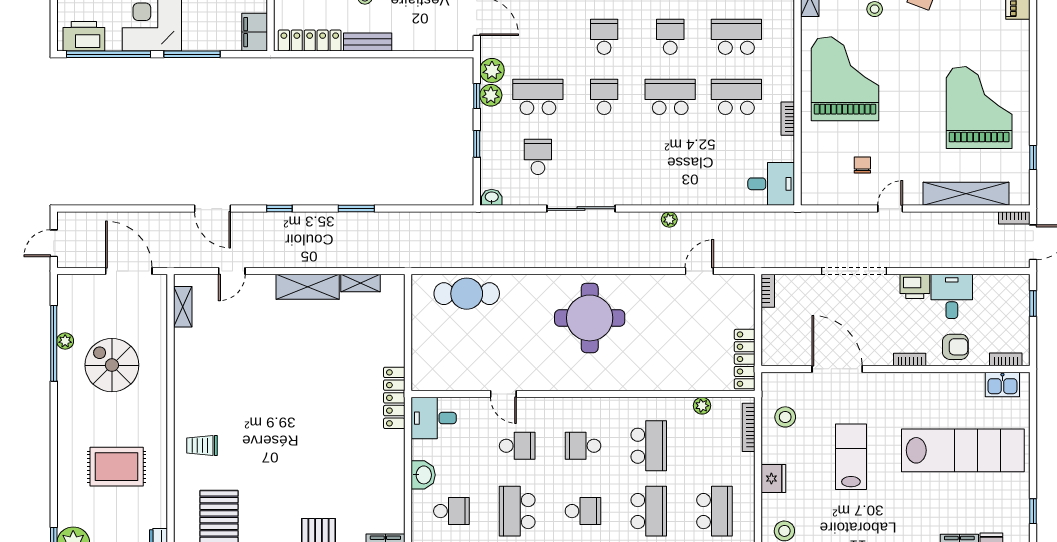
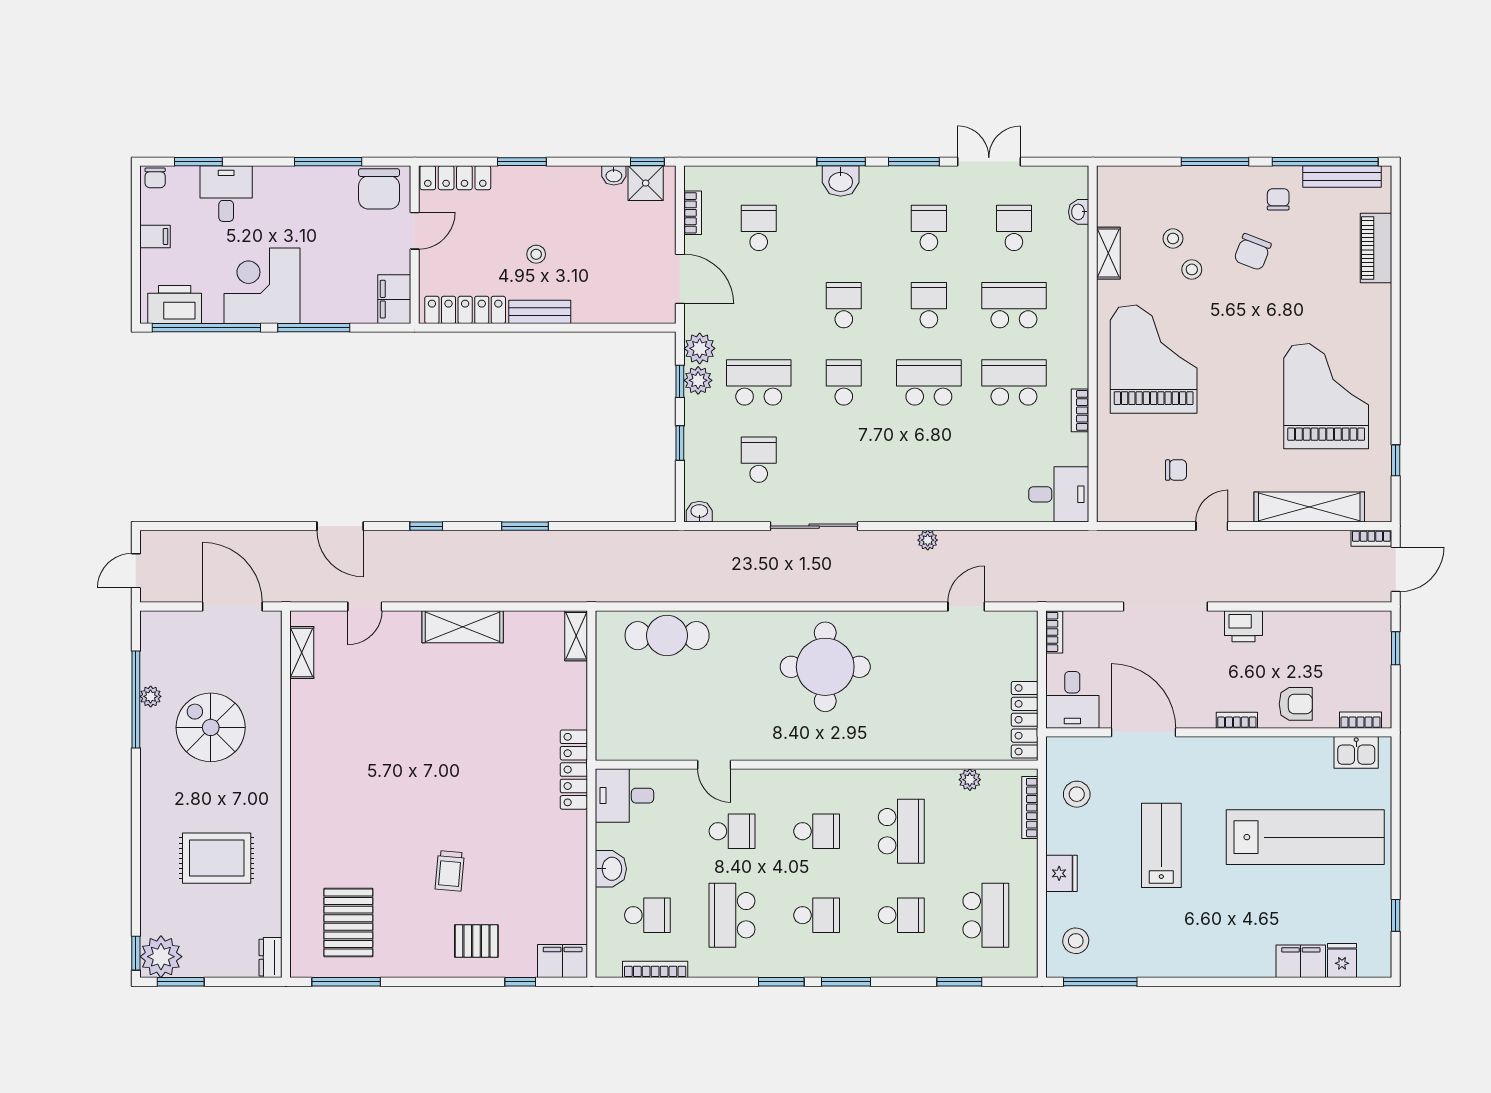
chair: (862, 165) -> (1176, 470), turned 90
shelving: (361, 283) -> (576, 636), moved, turned 90
desk: (952, 296) -> (1072, 700), moved, turned 180
trolley: (202, 446) -> (450, 871), moved, turned -85
school desk: (583, 446) -> (817, 831), turned 180
school desk: (649, 511) -> (901, 915), width x0.54

